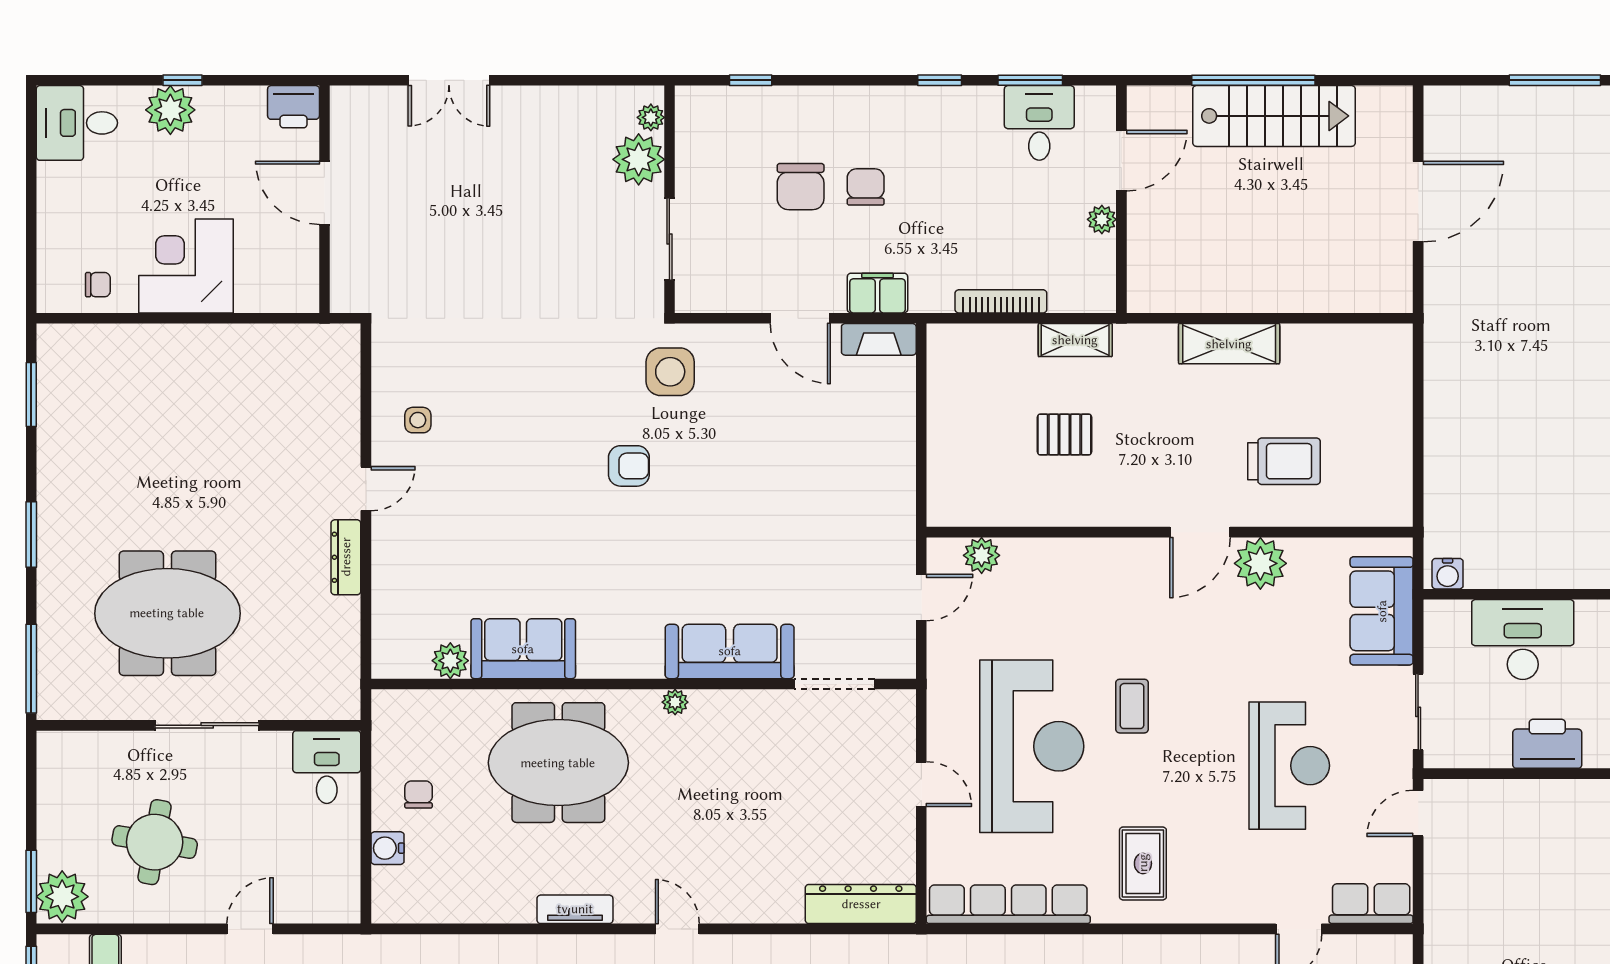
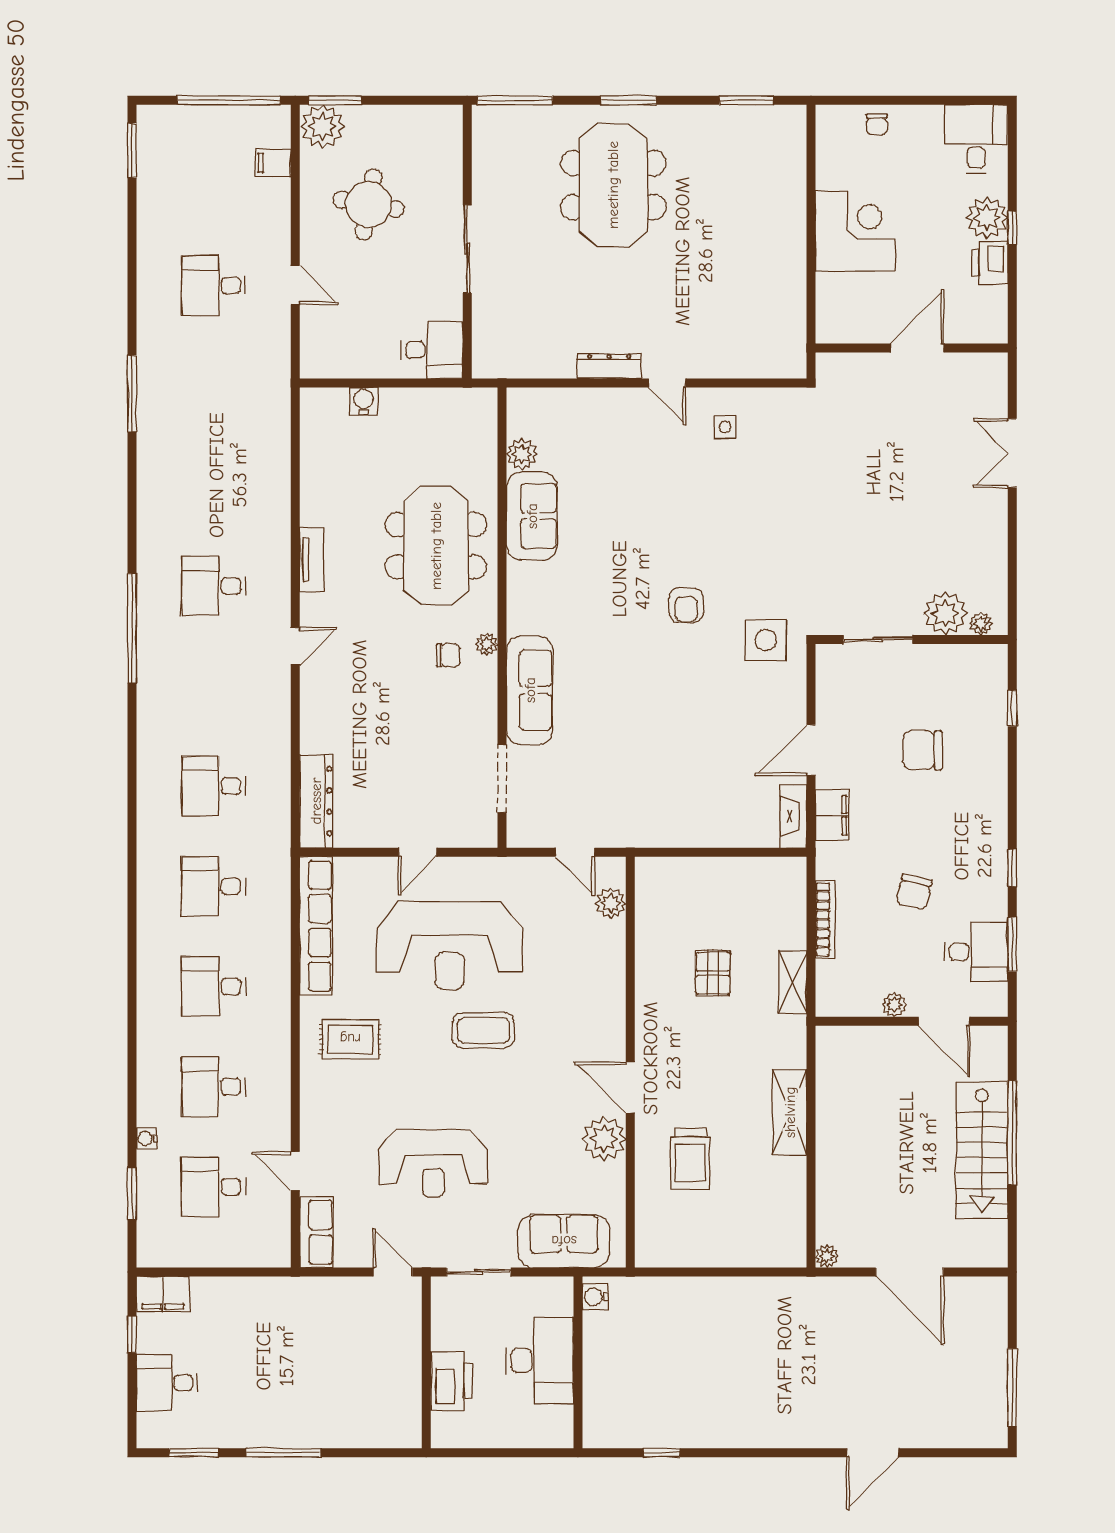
printer: (293, 107) -> (990, 263), moved
chair: (866, 187) -> (914, 892), moved, turned 103
chair: (98, 285) -> (877, 124), moved
plant: (1399, 300) -> (827, 1256), added
meeting table: (167, 613) -> (613, 185), moved
coffee table: (1132, 706) -> (483, 1030), width x1.36, depth x1.30
chair: (419, 794) -> (448, 655), moved

